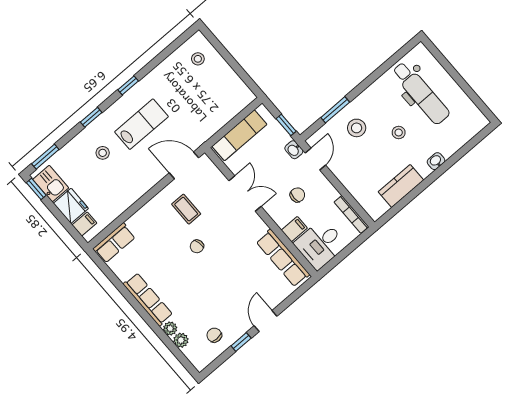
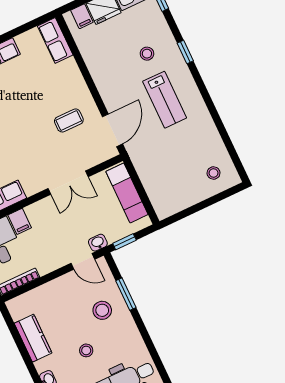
window: (128, 85) -> (206, 97), removed
chair: (297, 195) -> (52, 234), removed
chair: (197, 246) -> (29, 121), removed

